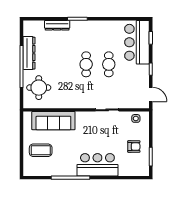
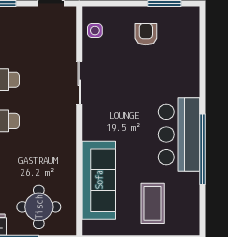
bar counter: (97, 165) -> (179, 135), moved

